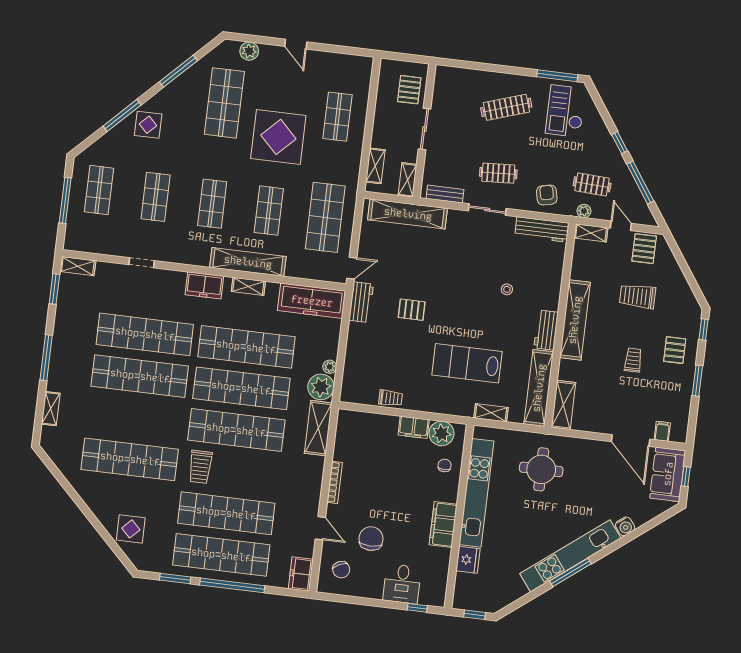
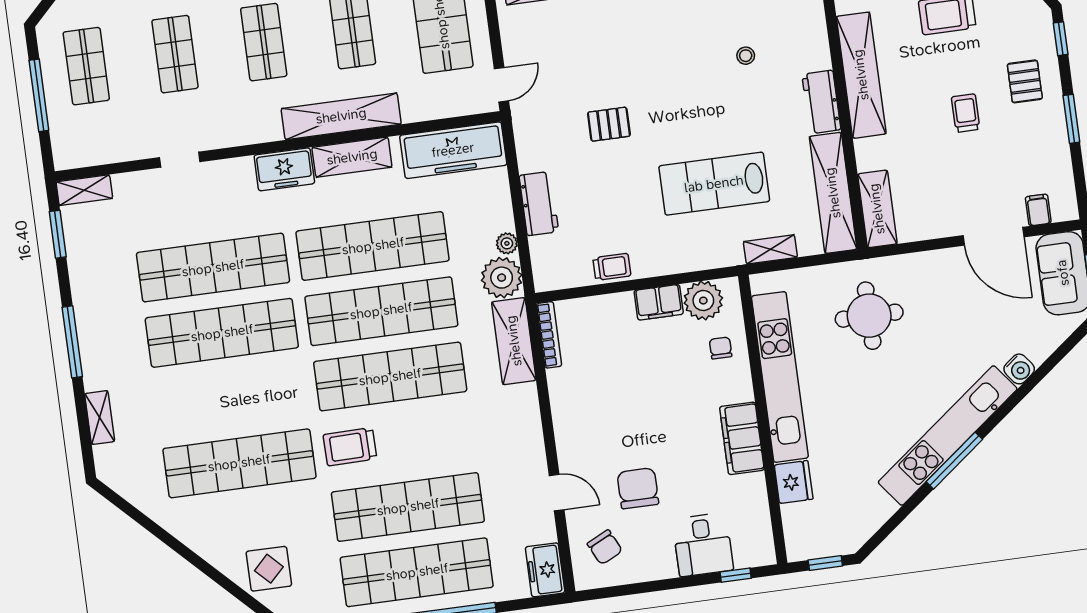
shelving: (248, 286) -> (352, 157), width x1.50, depth x1.33
workbench: (361, 302) -> (539, 204), moved
trolley: (200, 467) -> (350, 447), turned 89
bookcase: (335, 482) -> (549, 335), moved

